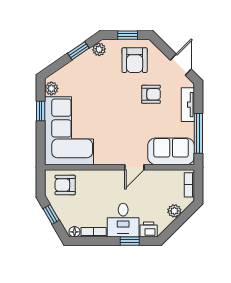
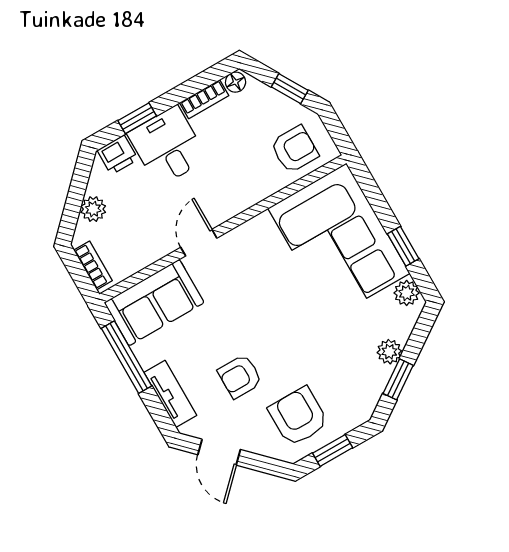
plant: (99, 49) -> (389, 352), moved

